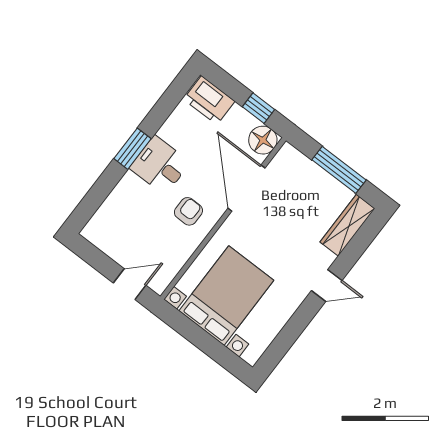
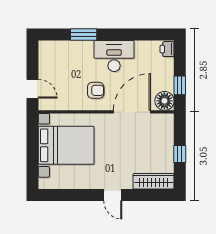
printer: (209, 100) -> (167, 49), width x0.53, depth x0.68
window: (132, 149) -> (84, 34), moved
desk: (160, 165) -> (114, 56), width x1.37
window: (339, 170) -> (180, 154), width x0.46

